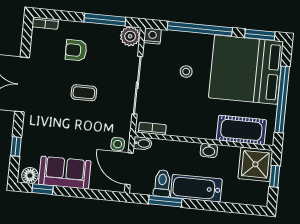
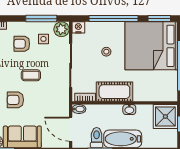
armchair: (60, 123) -> (15, 100), added
cot: (241, 130) -> (114, 92), moved
side table: (118, 144) -> (43, 39), moved

